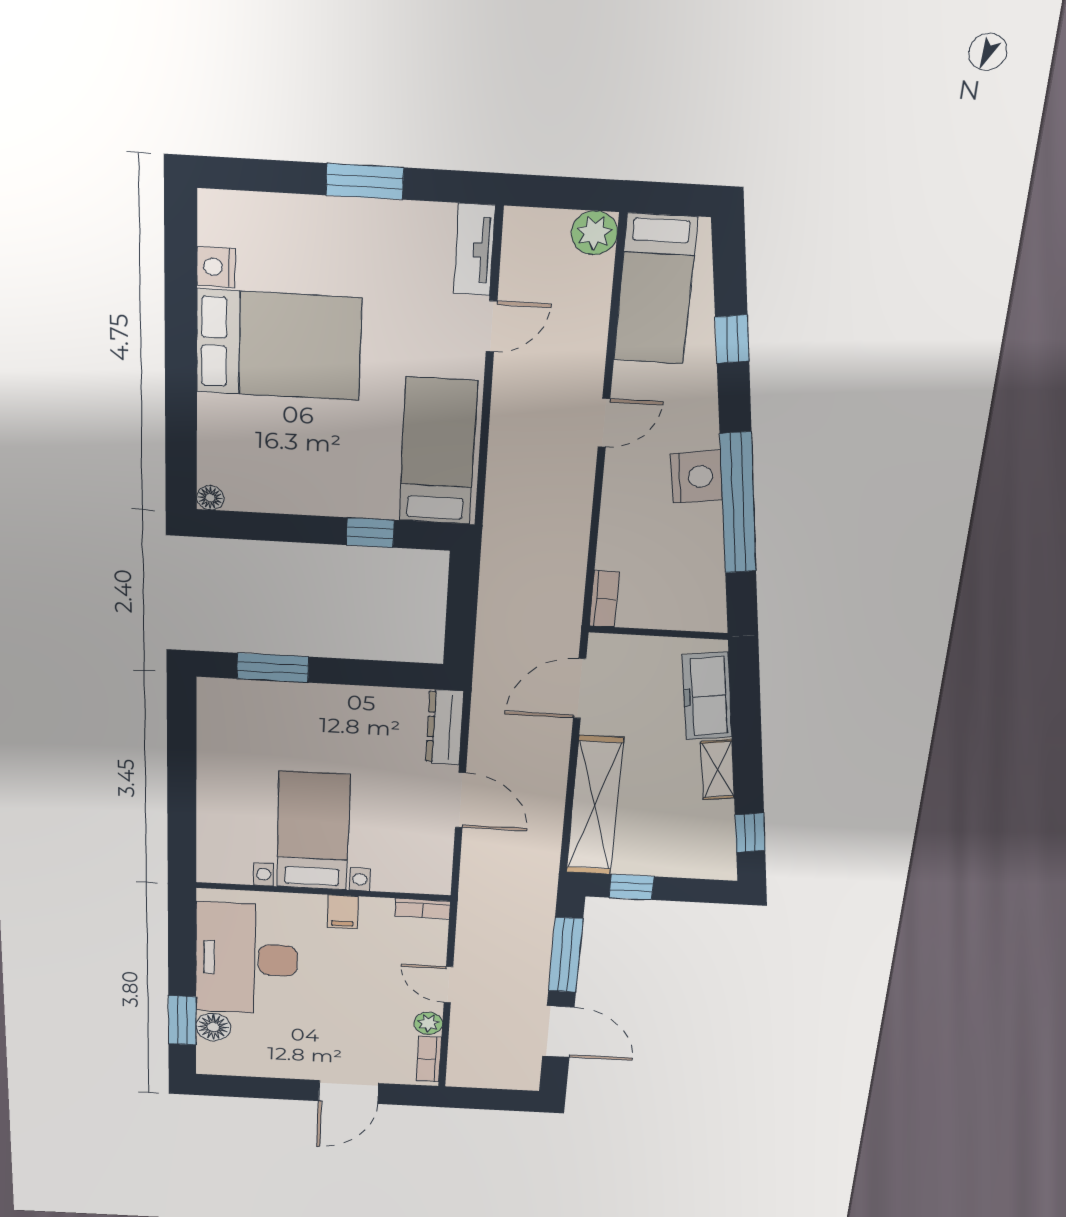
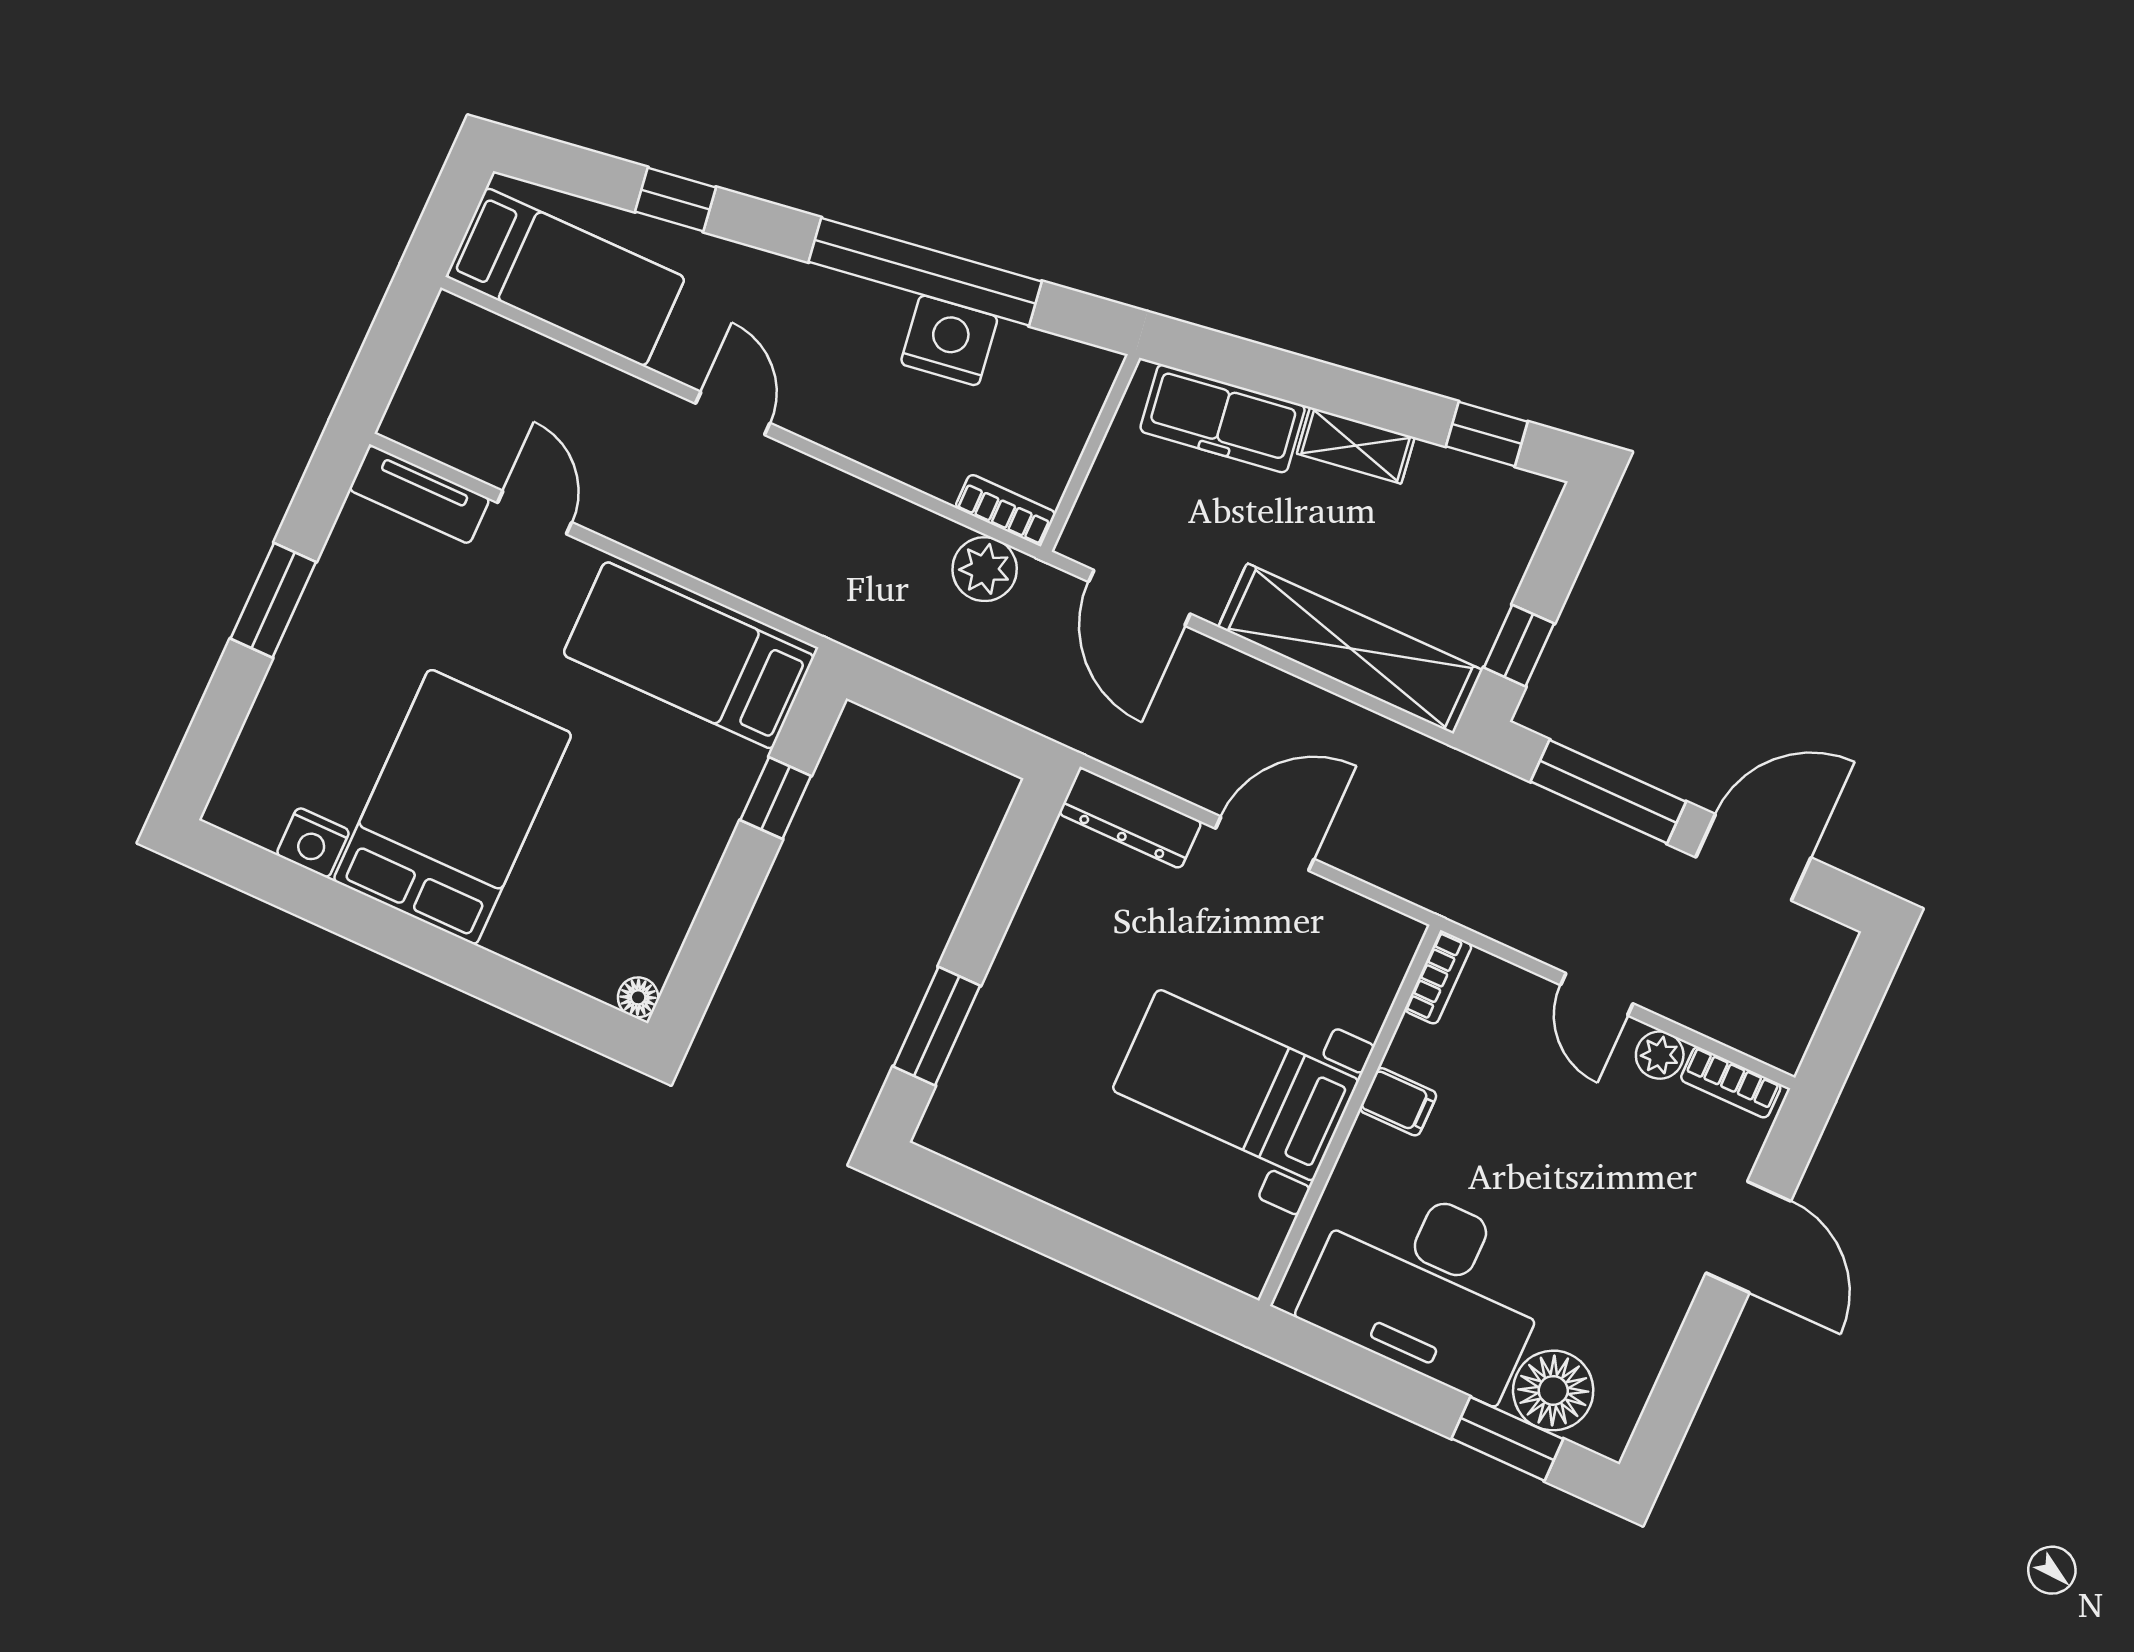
plant: (594, 233) -> (985, 569), moved
nightstand: (697, 477) -> (949, 340), moved
door: (448, 985) -> (1597, 994), hinge flipped
floor lamp: (213, 1027) -> (1553, 1390), width x1.38, depth x1.38

